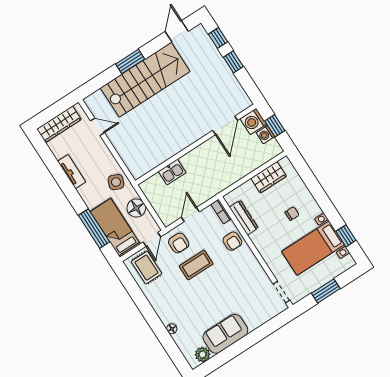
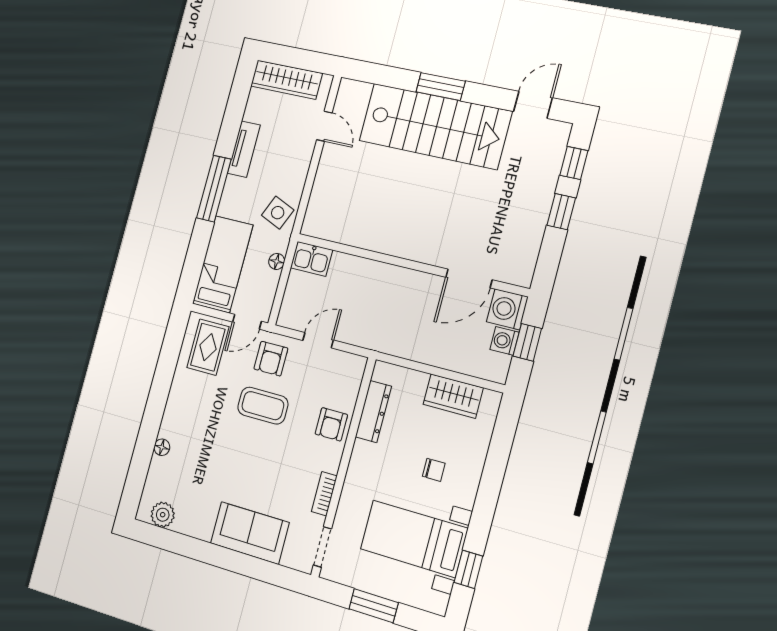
kitchen sink: (172, 172) -> (311, 259), moved
floor lamp: (136, 208) -> (277, 261), width x0.53, depth x0.53
bookcase: (221, 212) -> (324, 494), moved
window: (94, 229) -> (214, 189), moved
sofa: (225, 334) -> (250, 533), moved

